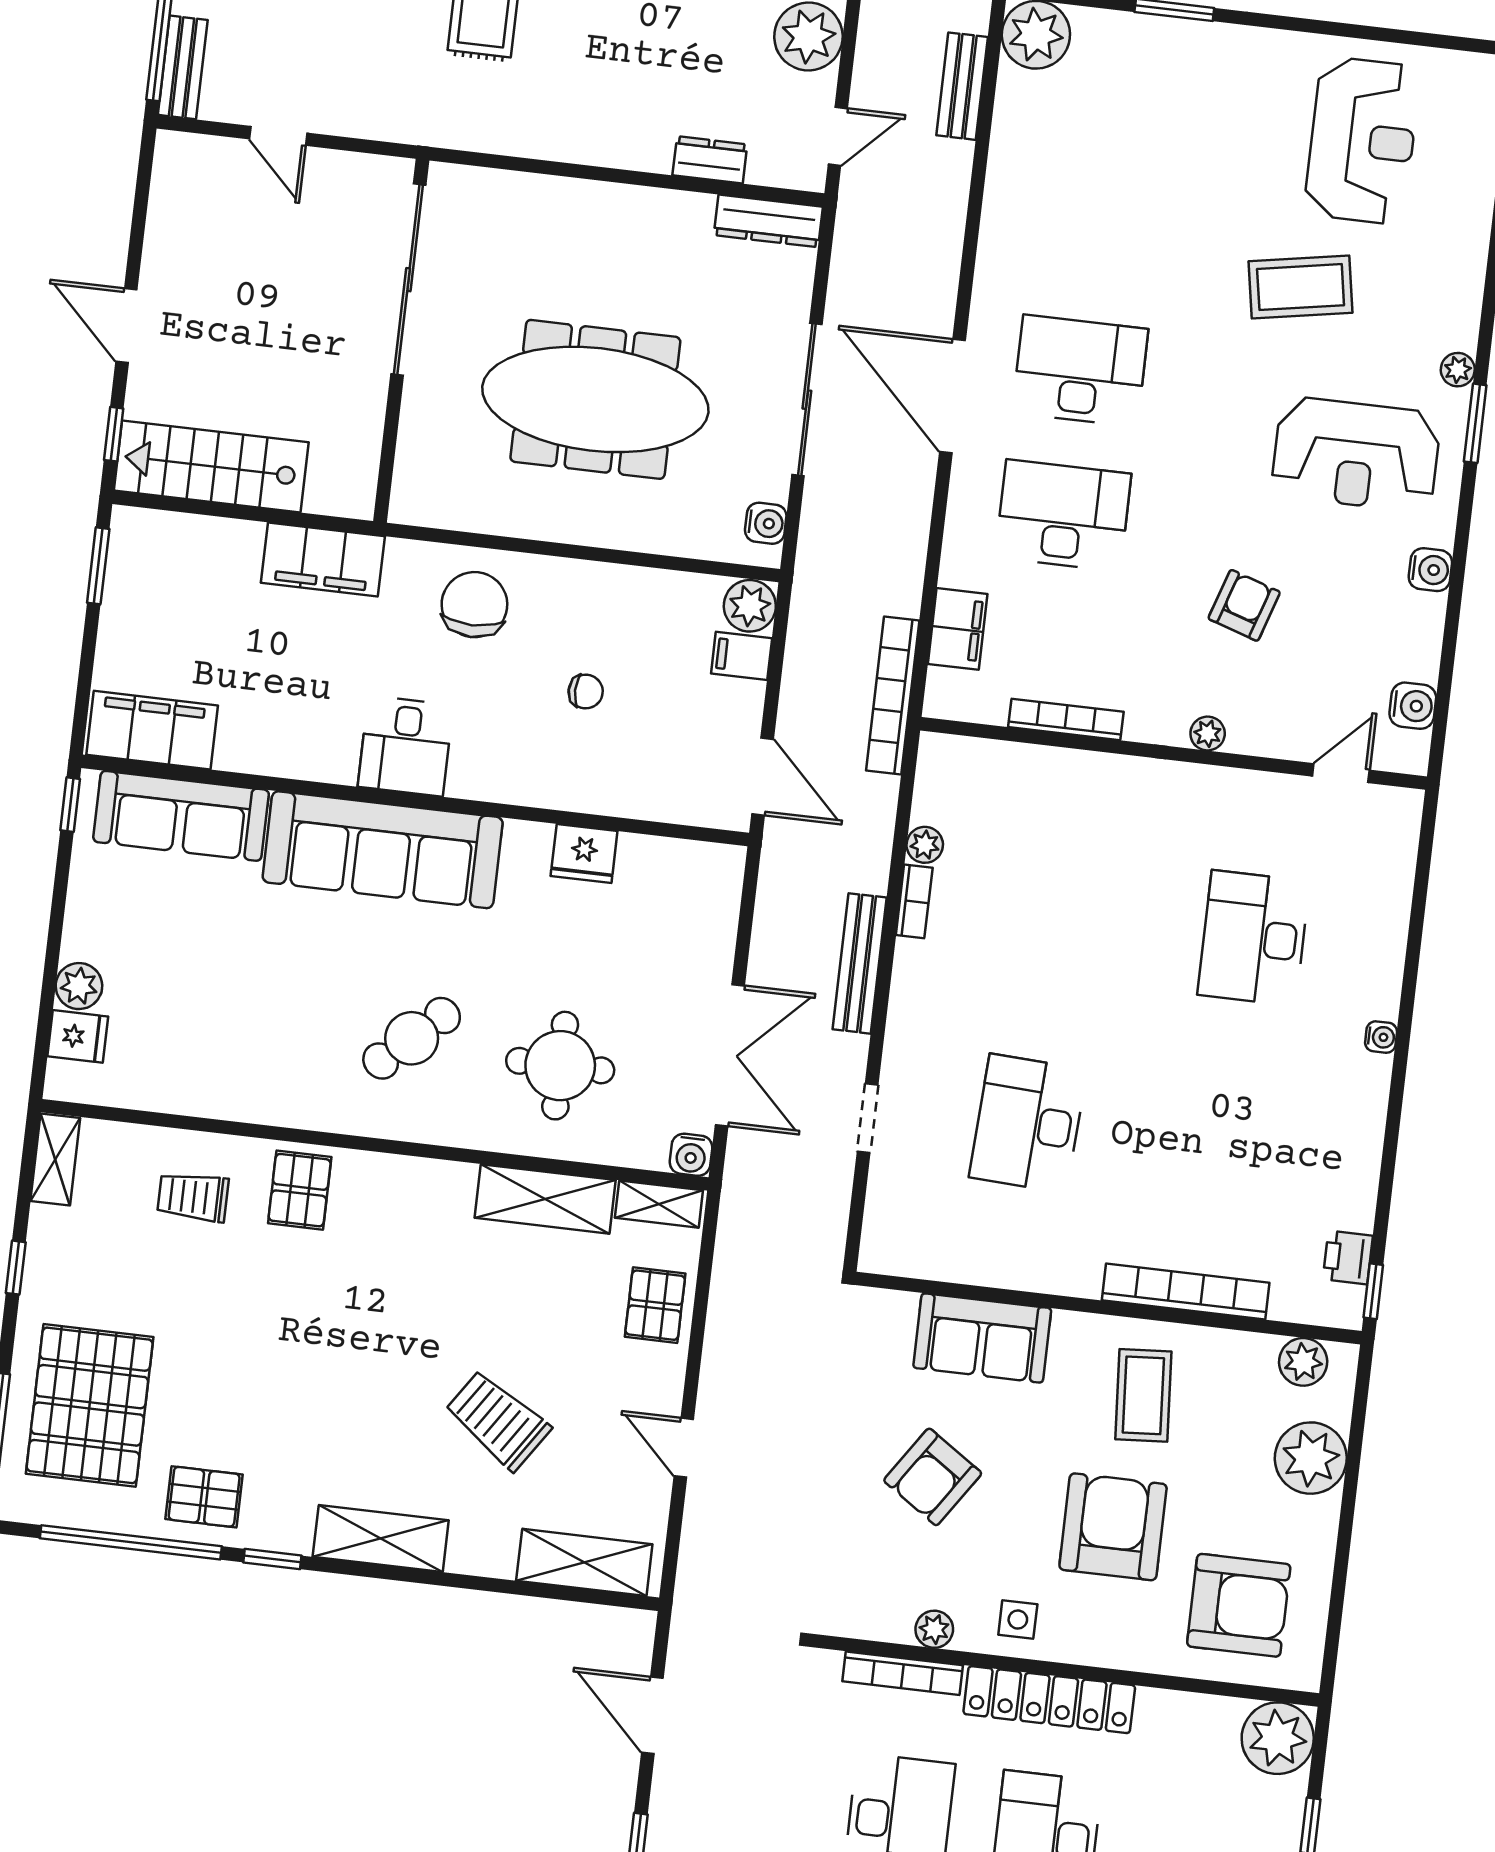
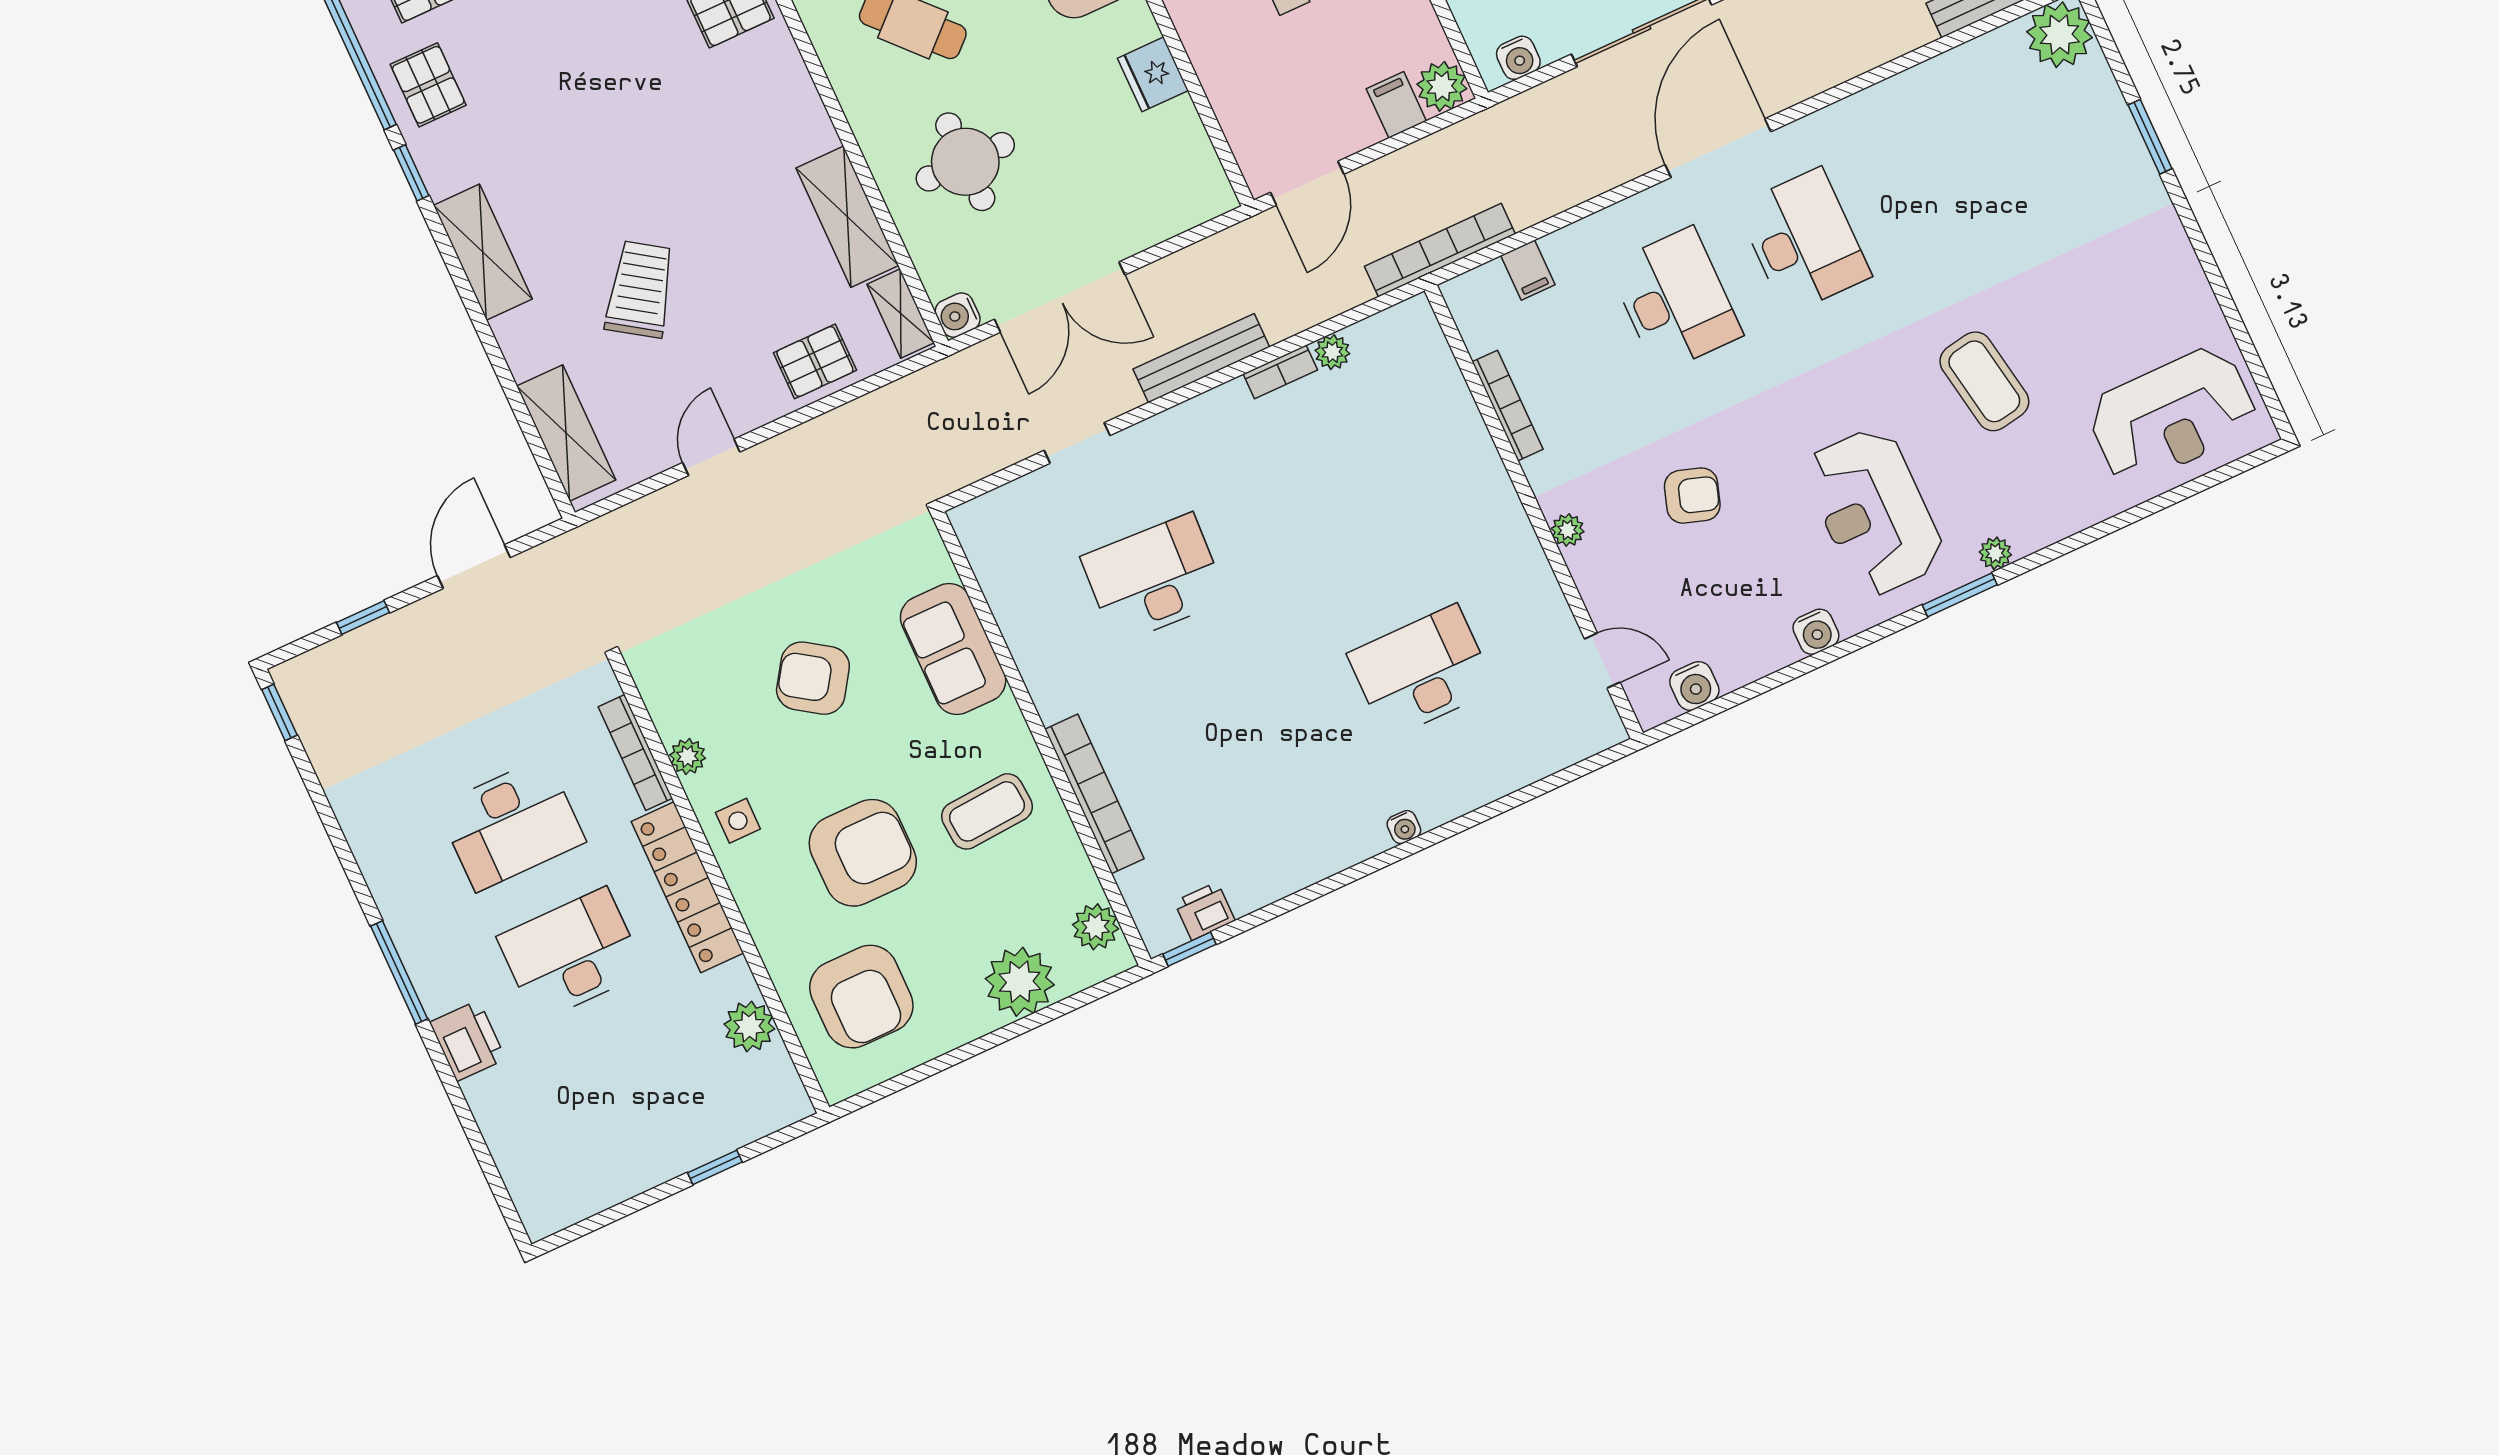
reception desk: (1362, 140) -> (2172, 416), moved
filing cabinet: (958, 629) -> (1528, 270), width x0.50
plant: (1278, 1738) -> (749, 1026), moved, width x0.73, depth x0.73

